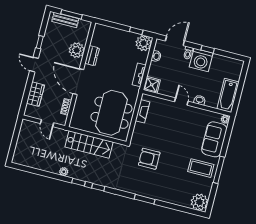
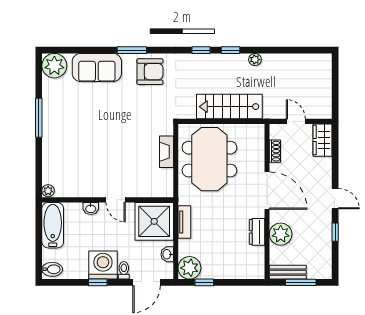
bench: (65, 20) -> (288, 272), moved
bidet: (236, 66) -> (52, 269), added
shower: (152, 85) -> (154, 221), width x1.86, depth x1.86
wardrobe: (35, 94) -> (322, 140), moved
fireplace: (143, 111) -> (166, 152), moved
sofa: (214, 139) -> (97, 67), moved, turned 90
armchair: (149, 159) -> (150, 72), moved
coffee table: (201, 168) -> (65, 114), removed

